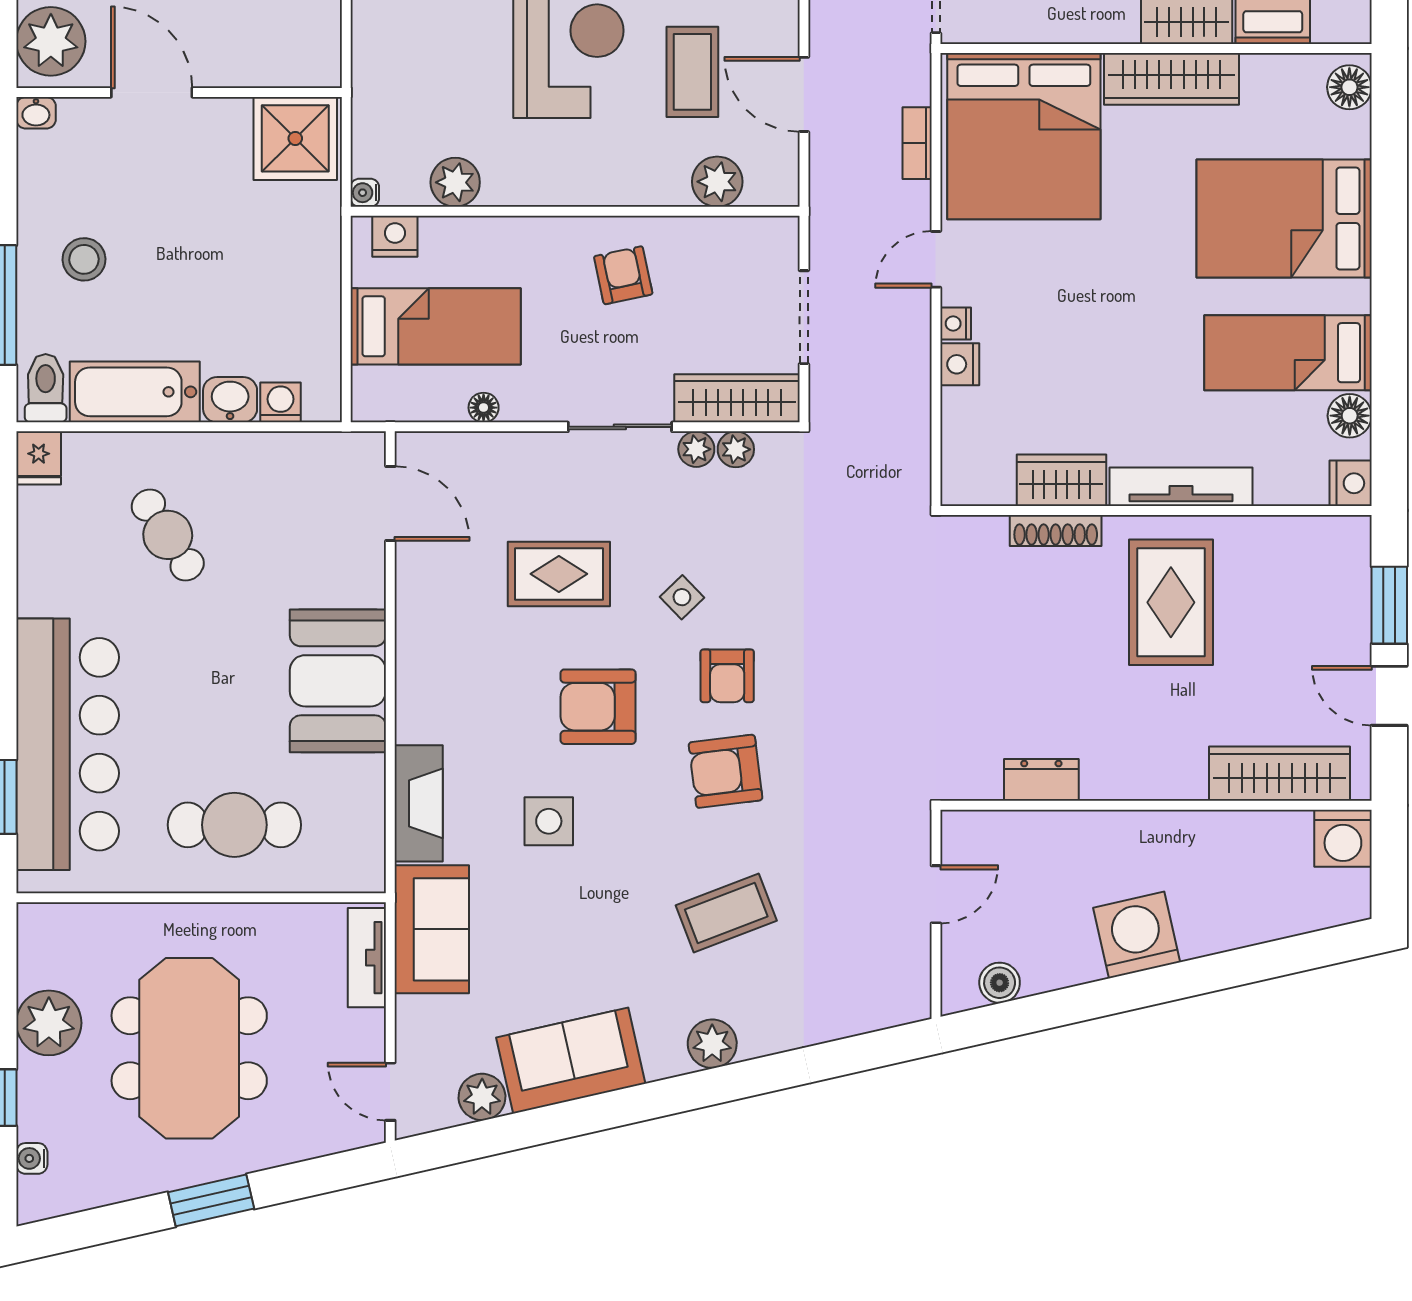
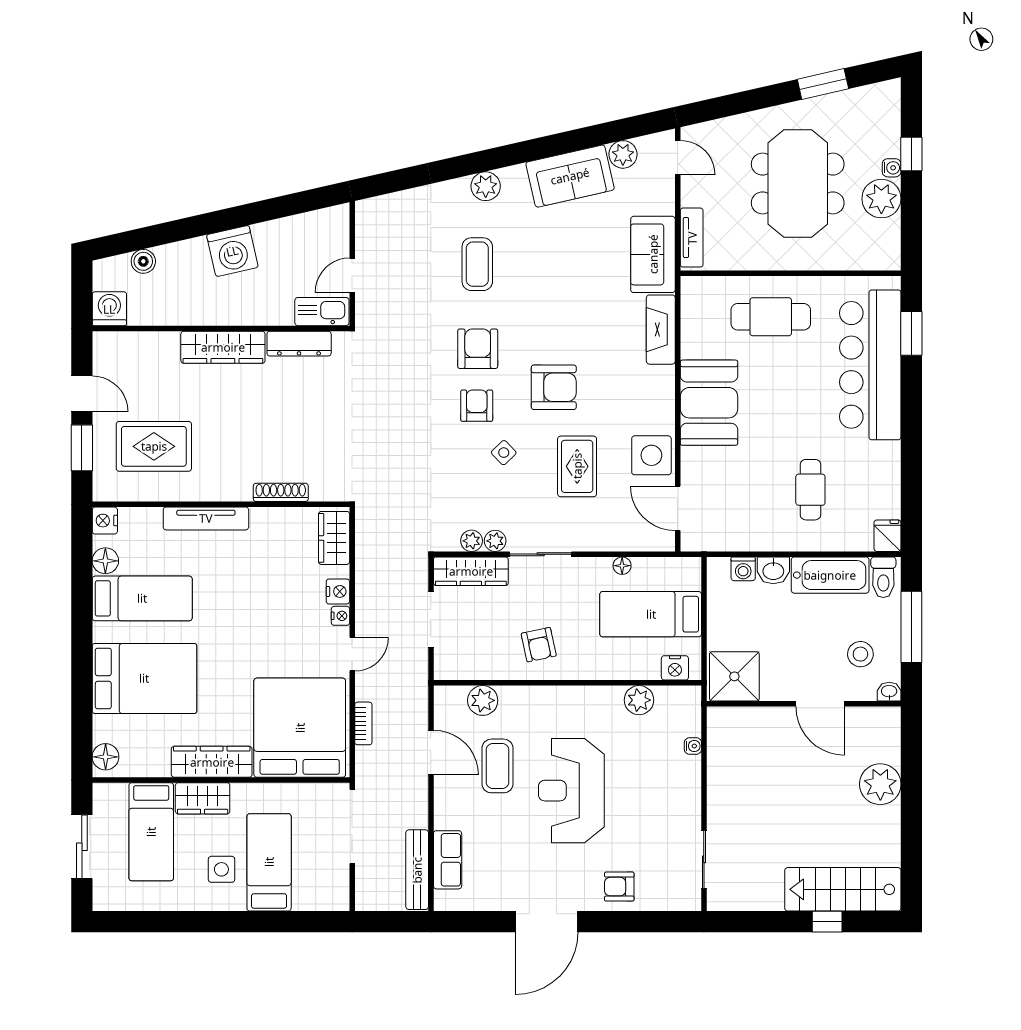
door: (152, 92) -> (820, 704), moved
wall: (179, 92) -> (804, 704), moved
washbasin: (36, 113) -> (889, 692), moved
shower: (295, 138) -> (734, 676), moved
water cooler: (365, 193) -> (693, 746), moved
wardrobe: (1061, 480) -> (334, 538), moved, turned 90
cafe table: (168, 535) -> (810, 490), turned 33
rug: (559, 574) -> (577, 466), turned 90
rug: (1171, 602) -> (154, 446), moved, turned 90
armchair: (726, 771) -> (478, 349), turned -83
wardrobe: (1279, 774) -> (223, 347), moved
dresser: (1041, 780) -> (299, 344), width x1.44
side table: (549, 821) -> (651, 455), moved, width x1.37, depth x1.37
kitchen sink: (987, 833) -> (322, 312), added
coffee table: (726, 913) -> (477, 264), turned -69
boiler: (1000, 983) -> (143, 261), moved
water cooler: (32, 1158) -> (892, 168), moved
window: (211, 1200) -> (823, 84), moved

